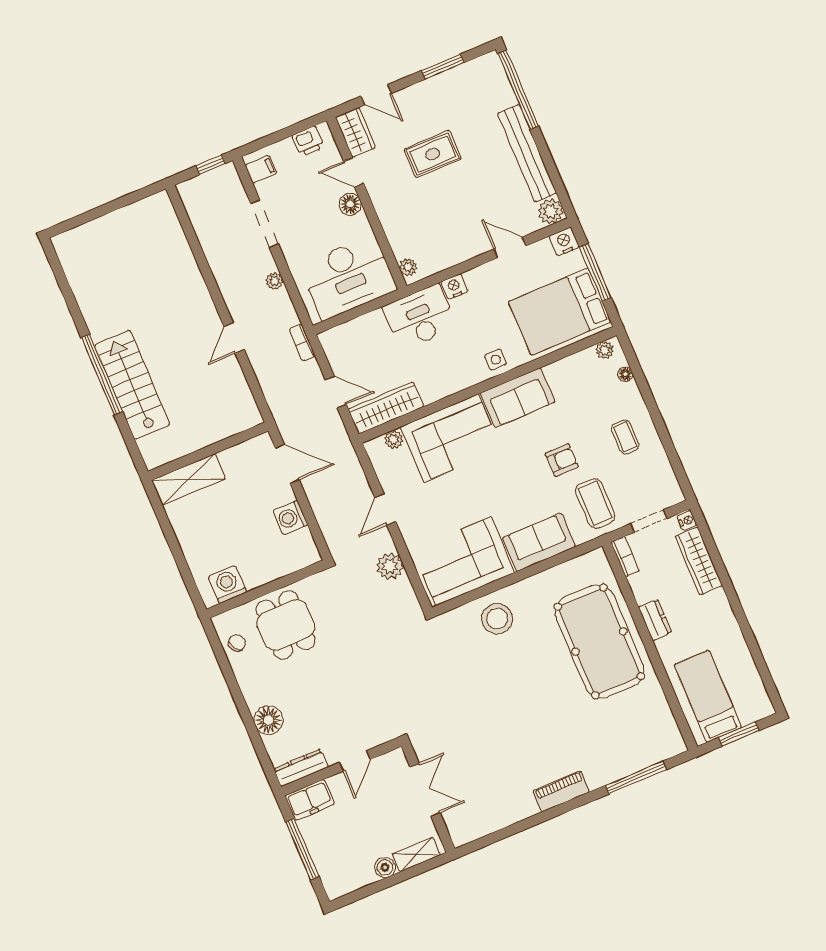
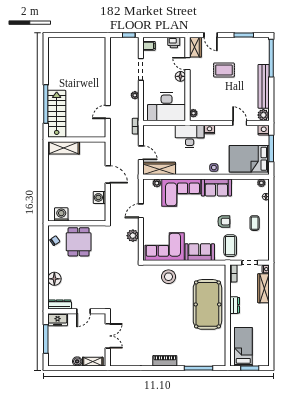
wall: (208, 451) -> (77, 139), moved
shelving: (189, 479) -> (64, 148), moved

